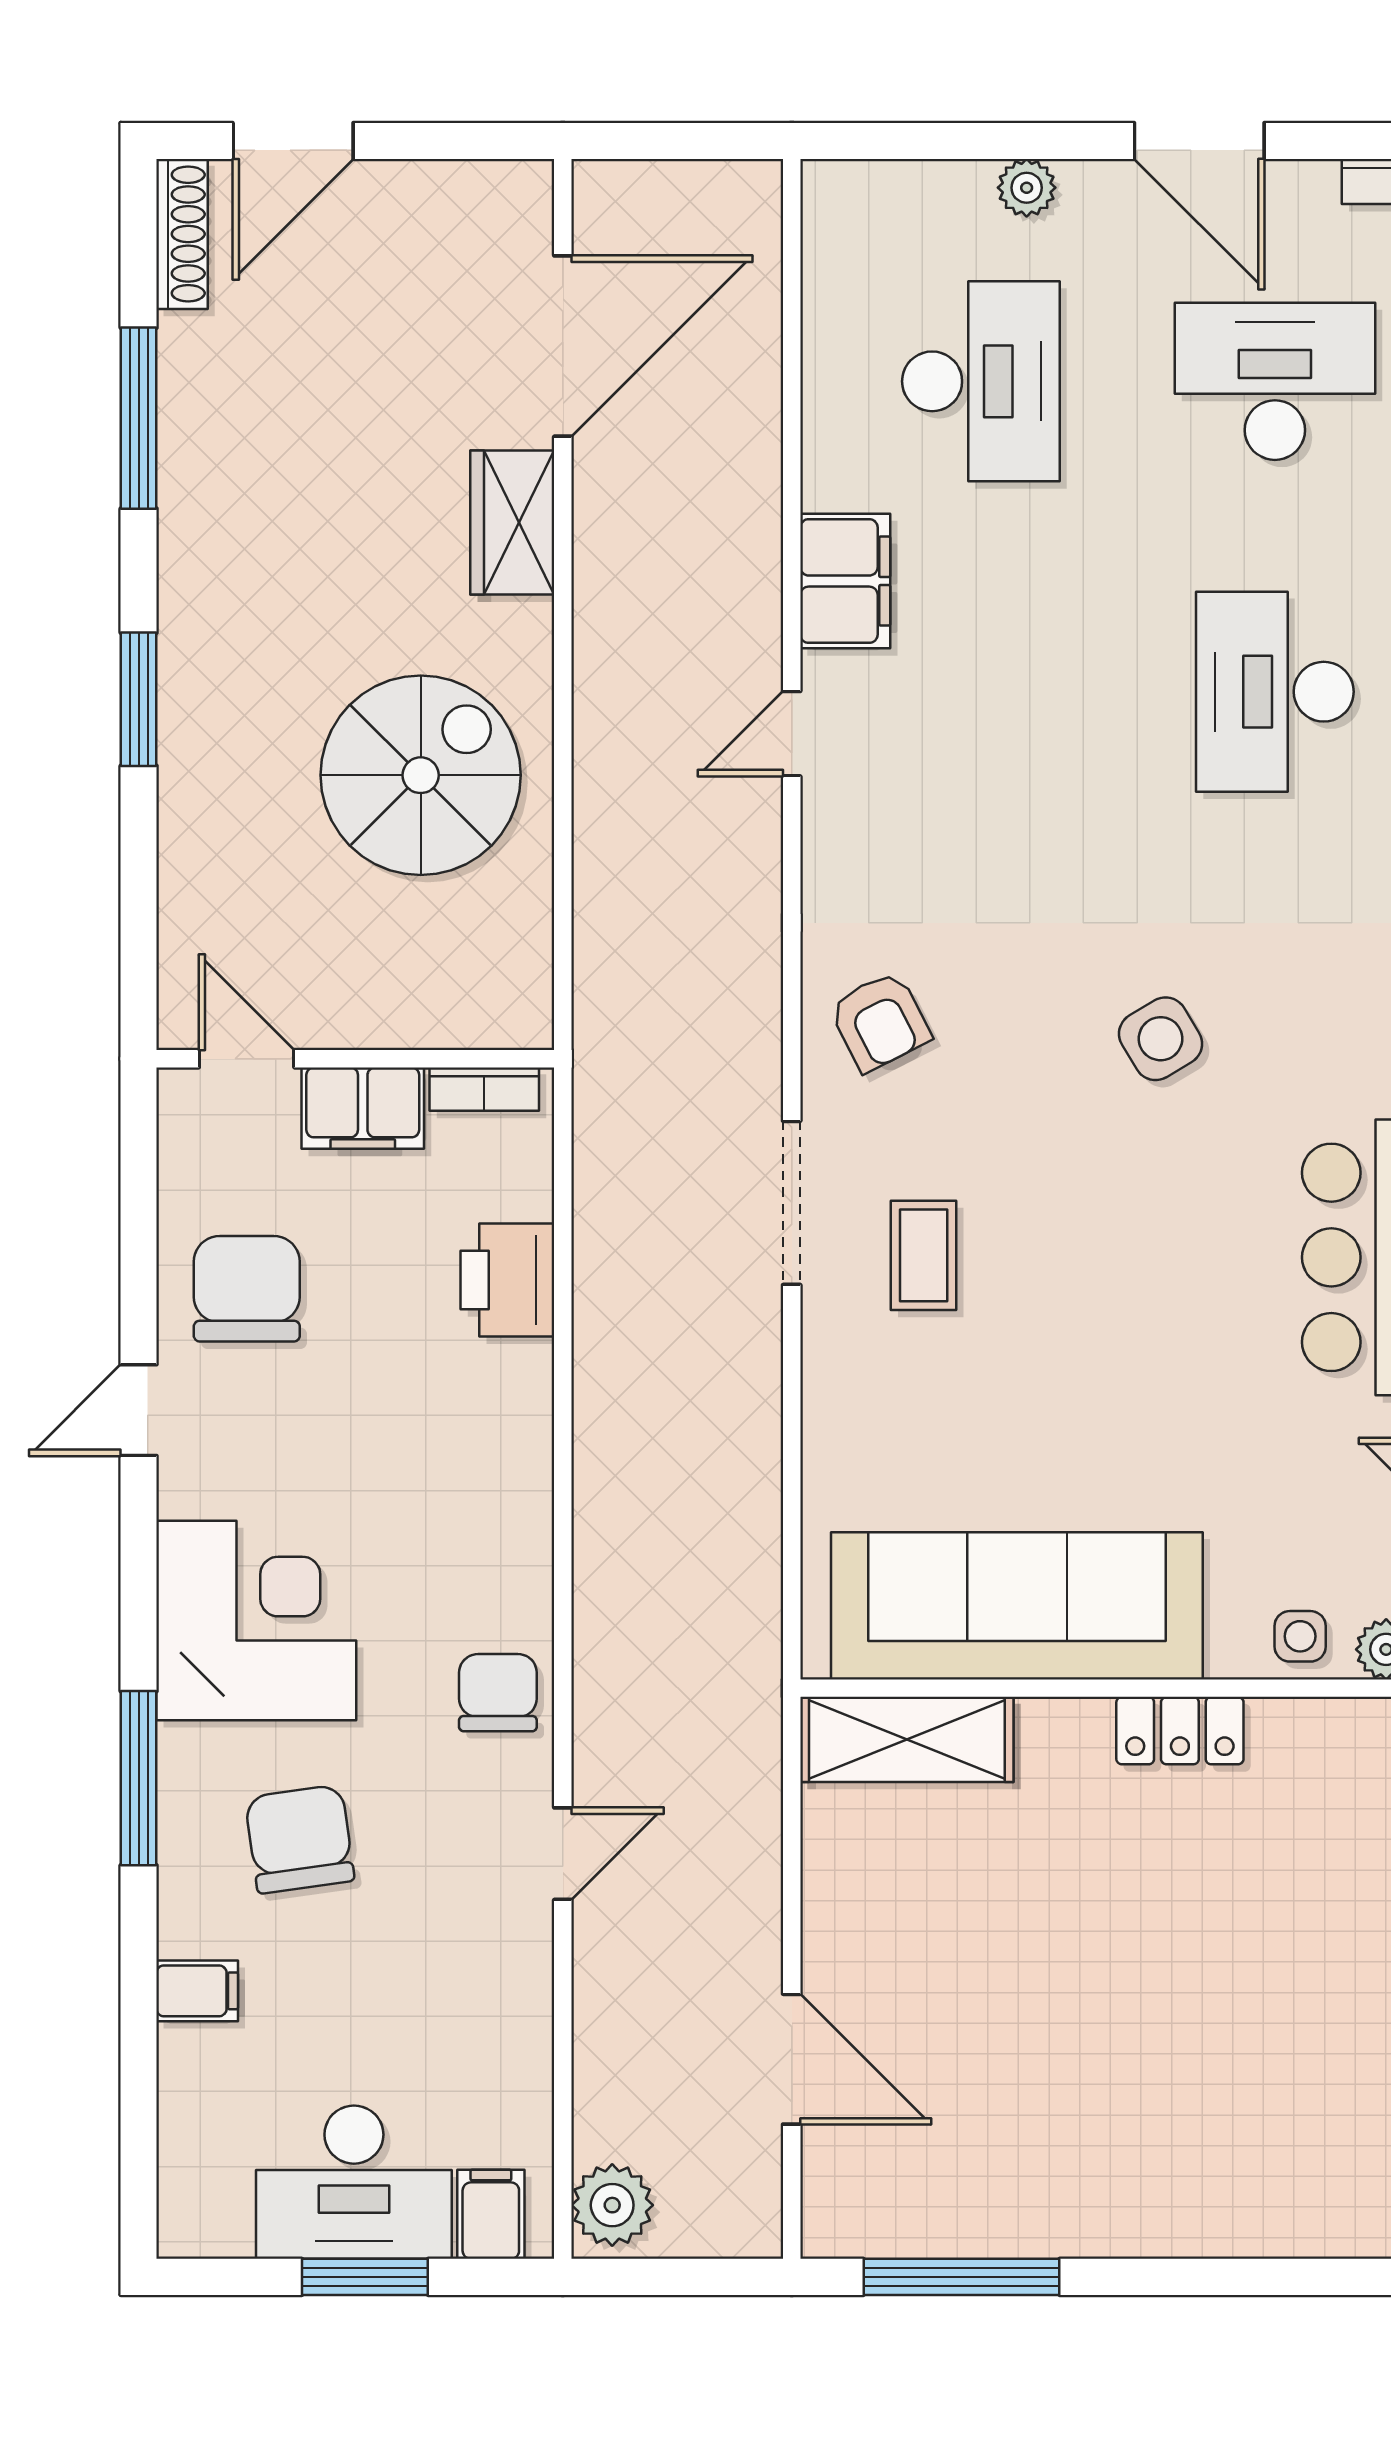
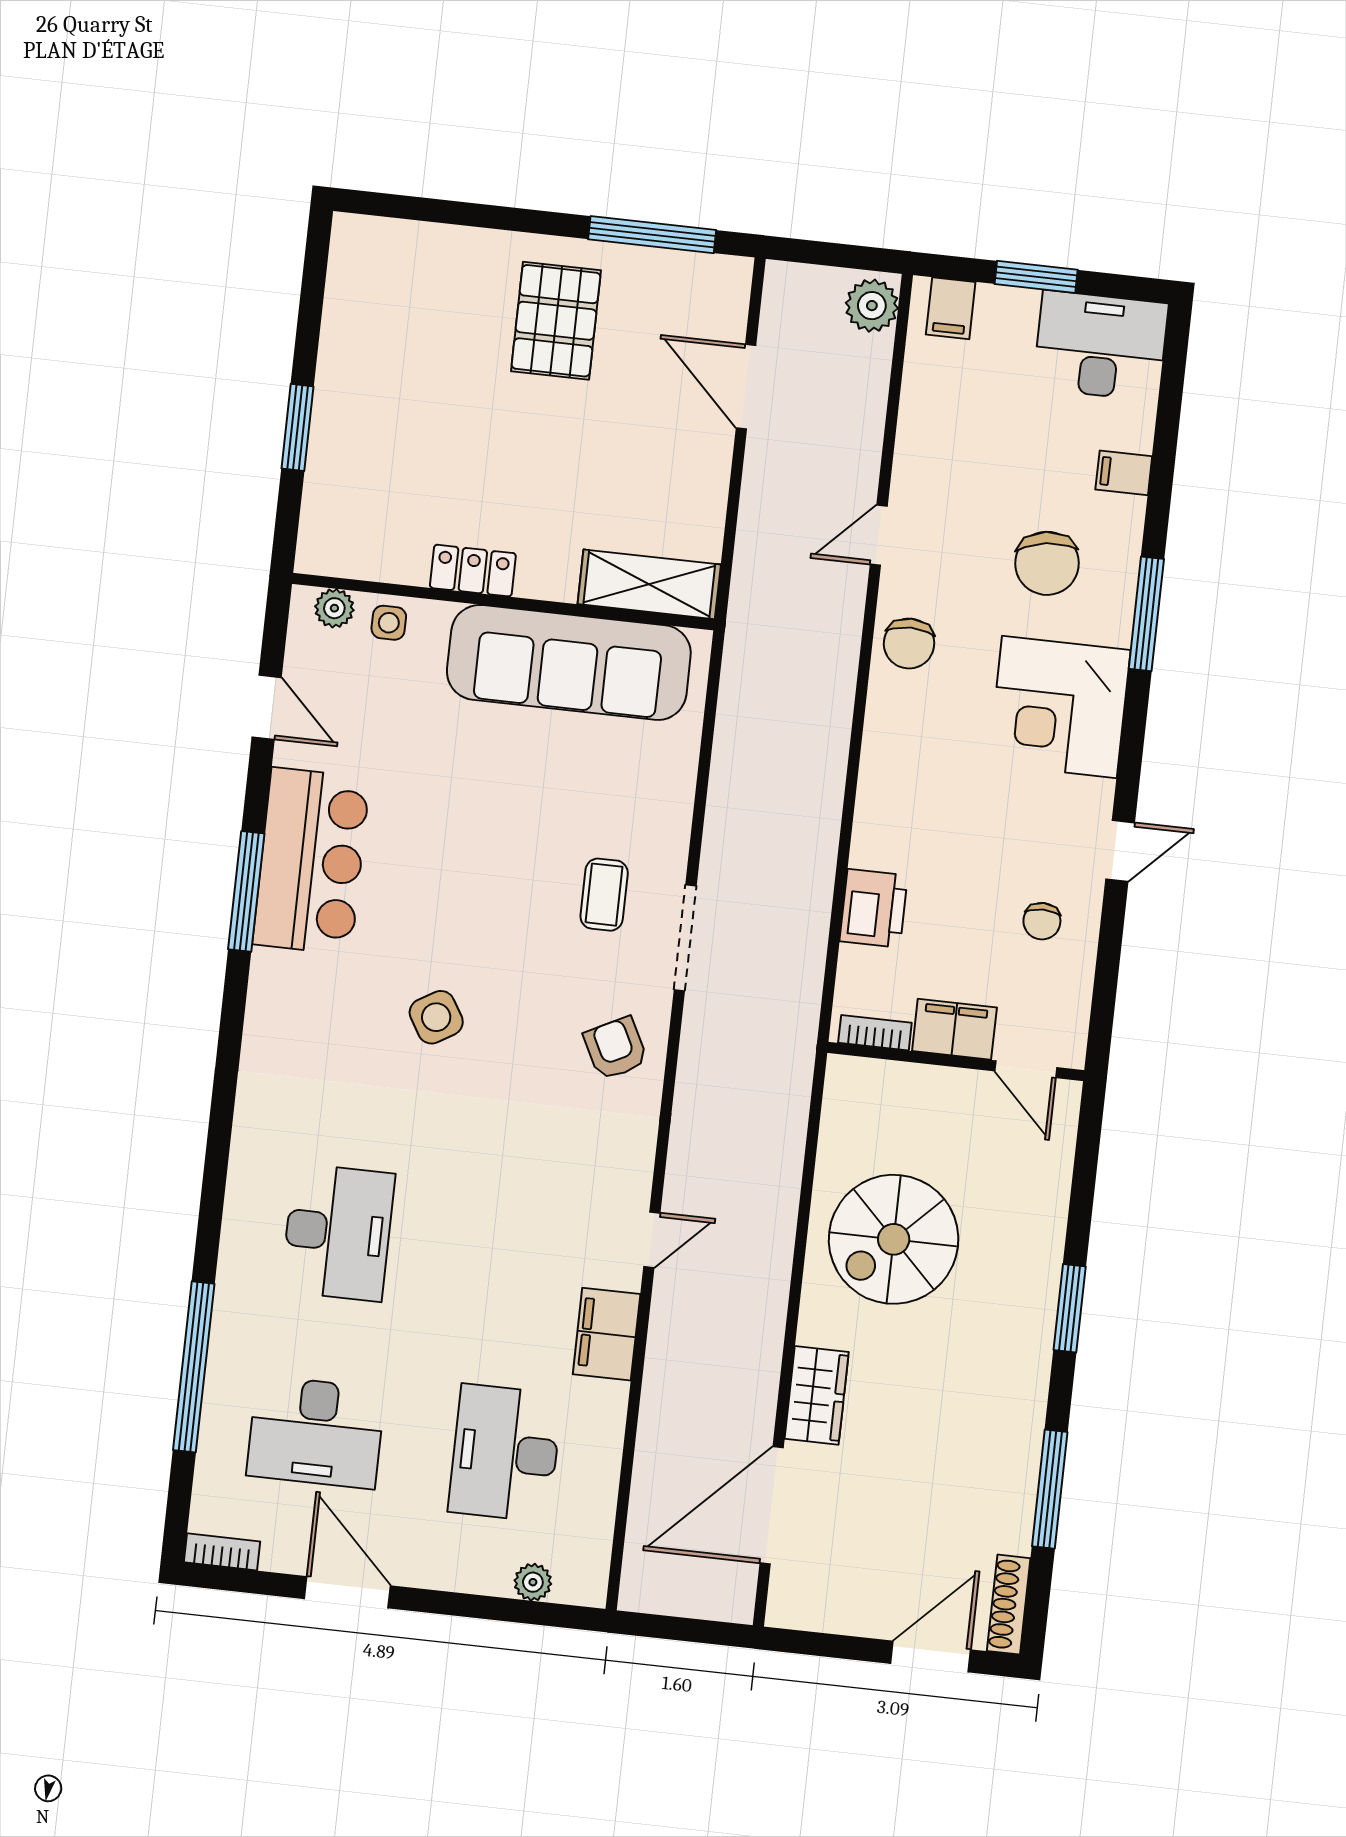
plant: (1027, 188) -> (533, 1582), moved
chair: (247, 1289) -> (1042, 921), width x0.54, depth x0.54
pallet: (1095, 2128) -> (556, 321), added
desk: (354, 2182) -> (1101, 346), moved

